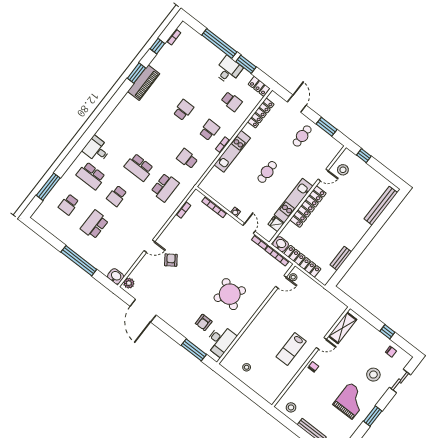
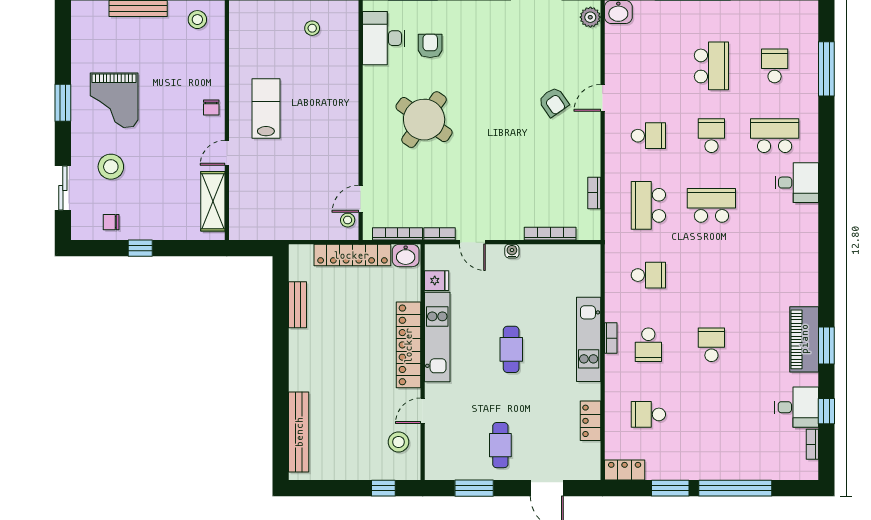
desk: (228, 70) -> (797, 407), moved, turned -90
school desk: (183, 110) -> (711, 345), turned 180
locker: (261, 113) -> (591, 421), width x0.66
school desk: (143, 216) -> (648, 136), added

